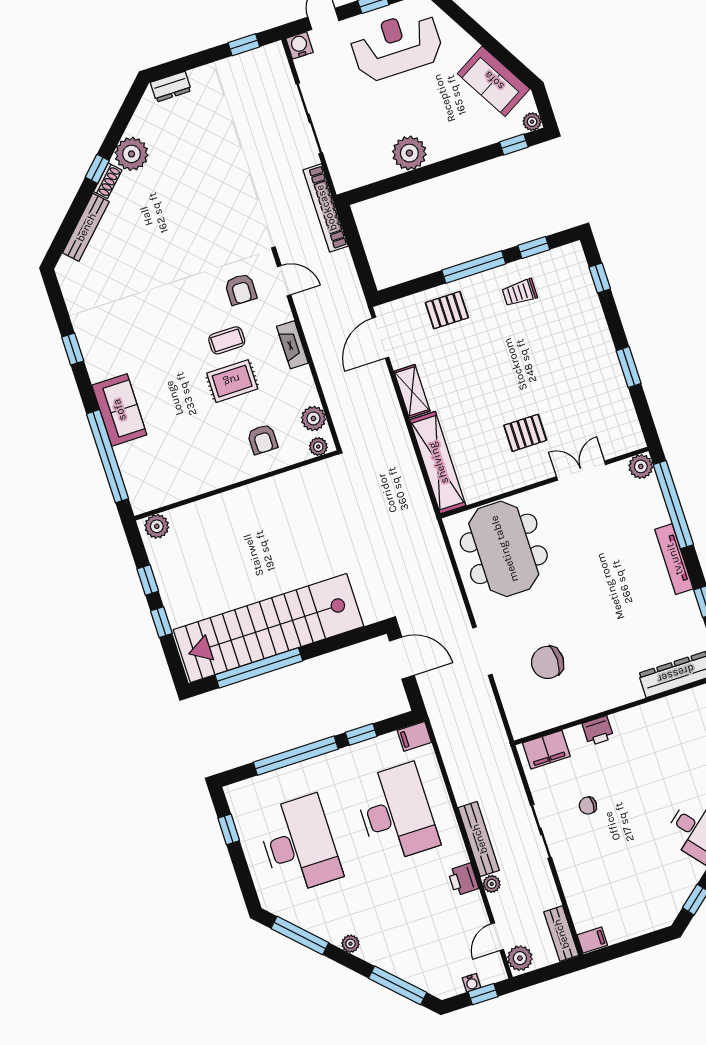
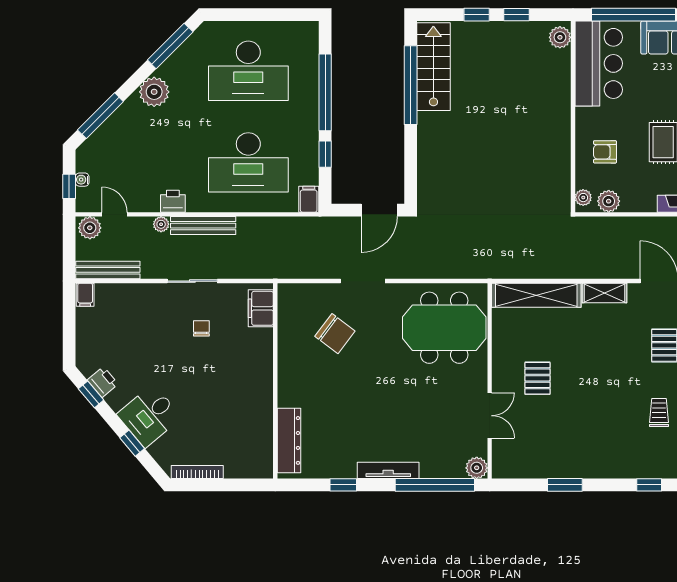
bar counter: (171, 476) -> (599, 63), added
stairs: (268, 628) -> (433, 67), width x0.54, depth x0.66
chair: (548, 662) -> (335, 334), turned 127
printer: (598, 731) -> (103, 382), moved, turned 140
window: (229, 829) -> (281, 15), removed
bench: (561, 934) -> (108, 270), width x1.36
plant: (350, 944) -> (154, 92), width x1.87, depth x1.87

